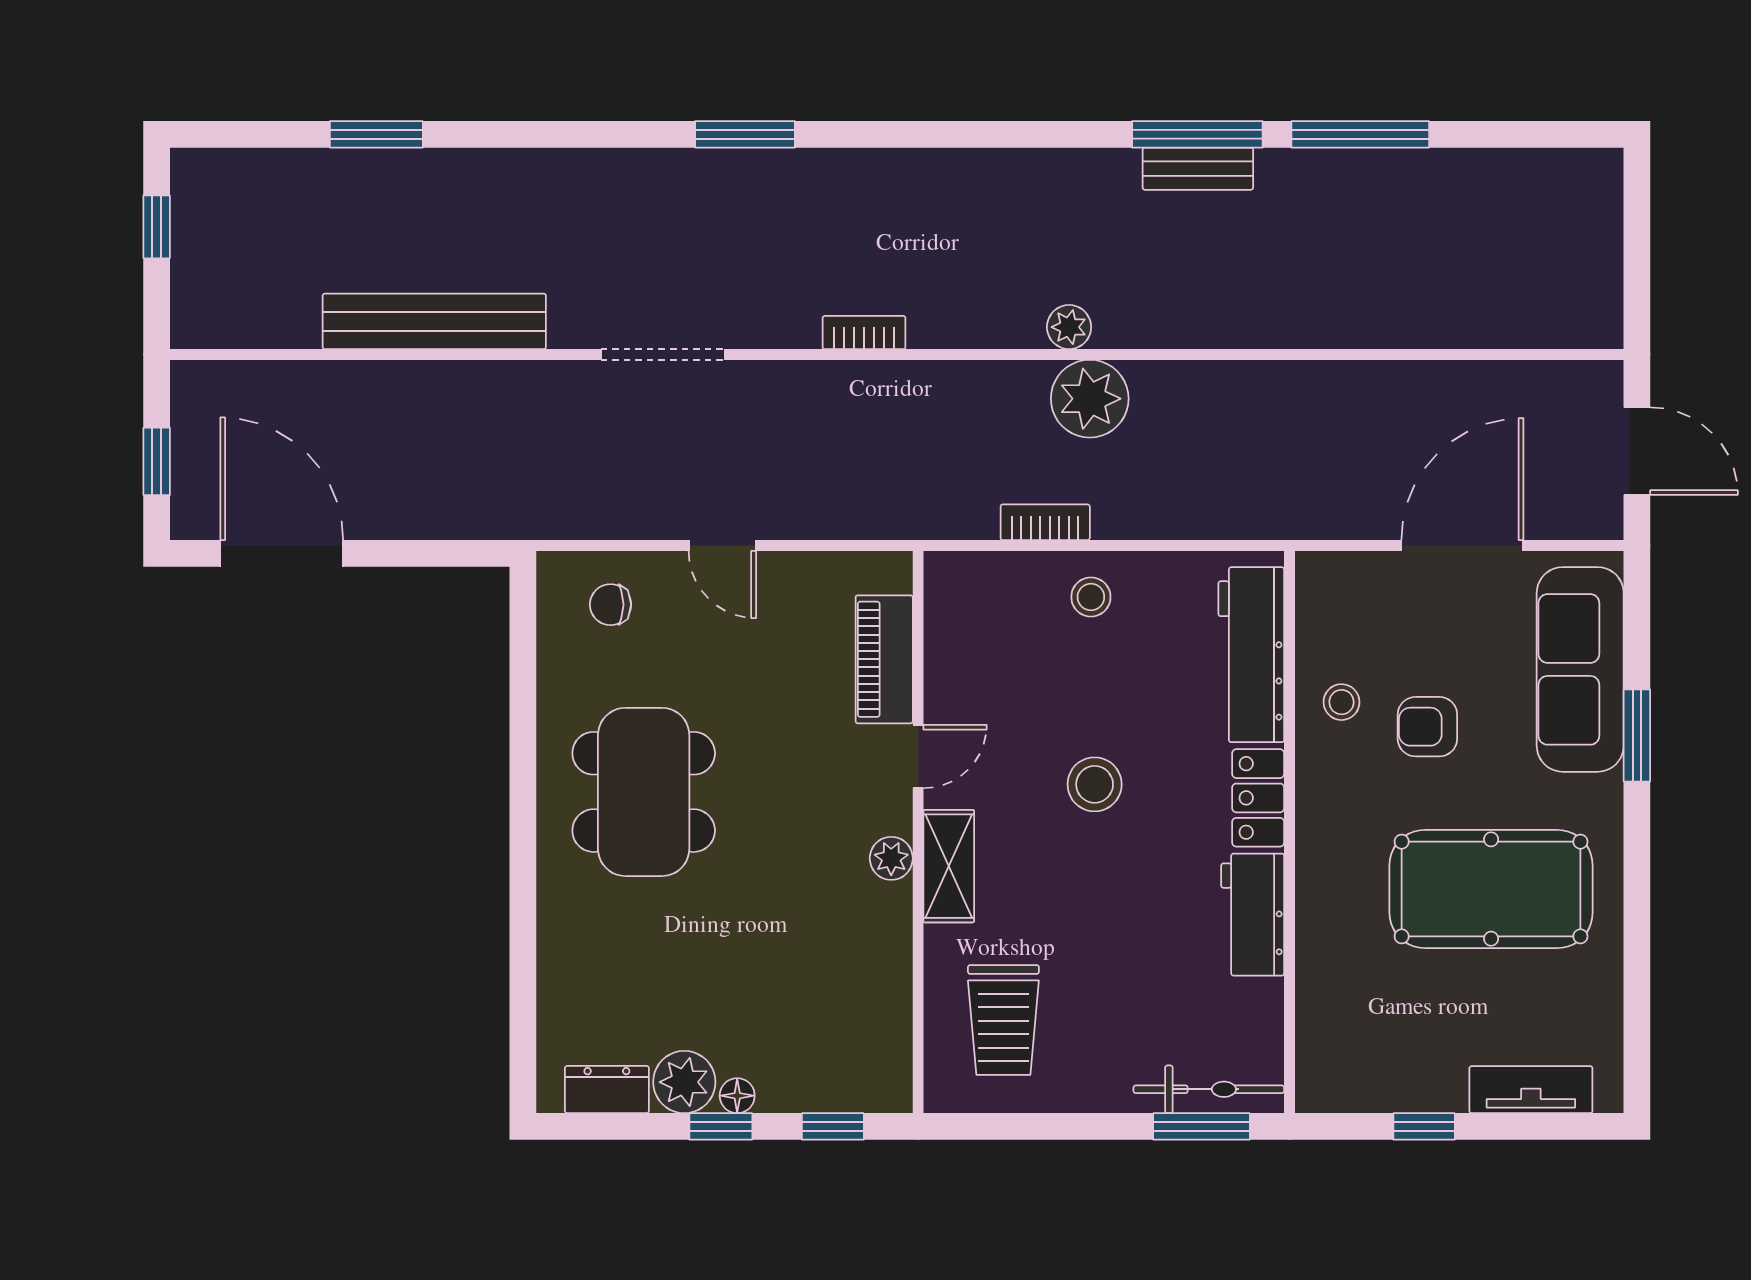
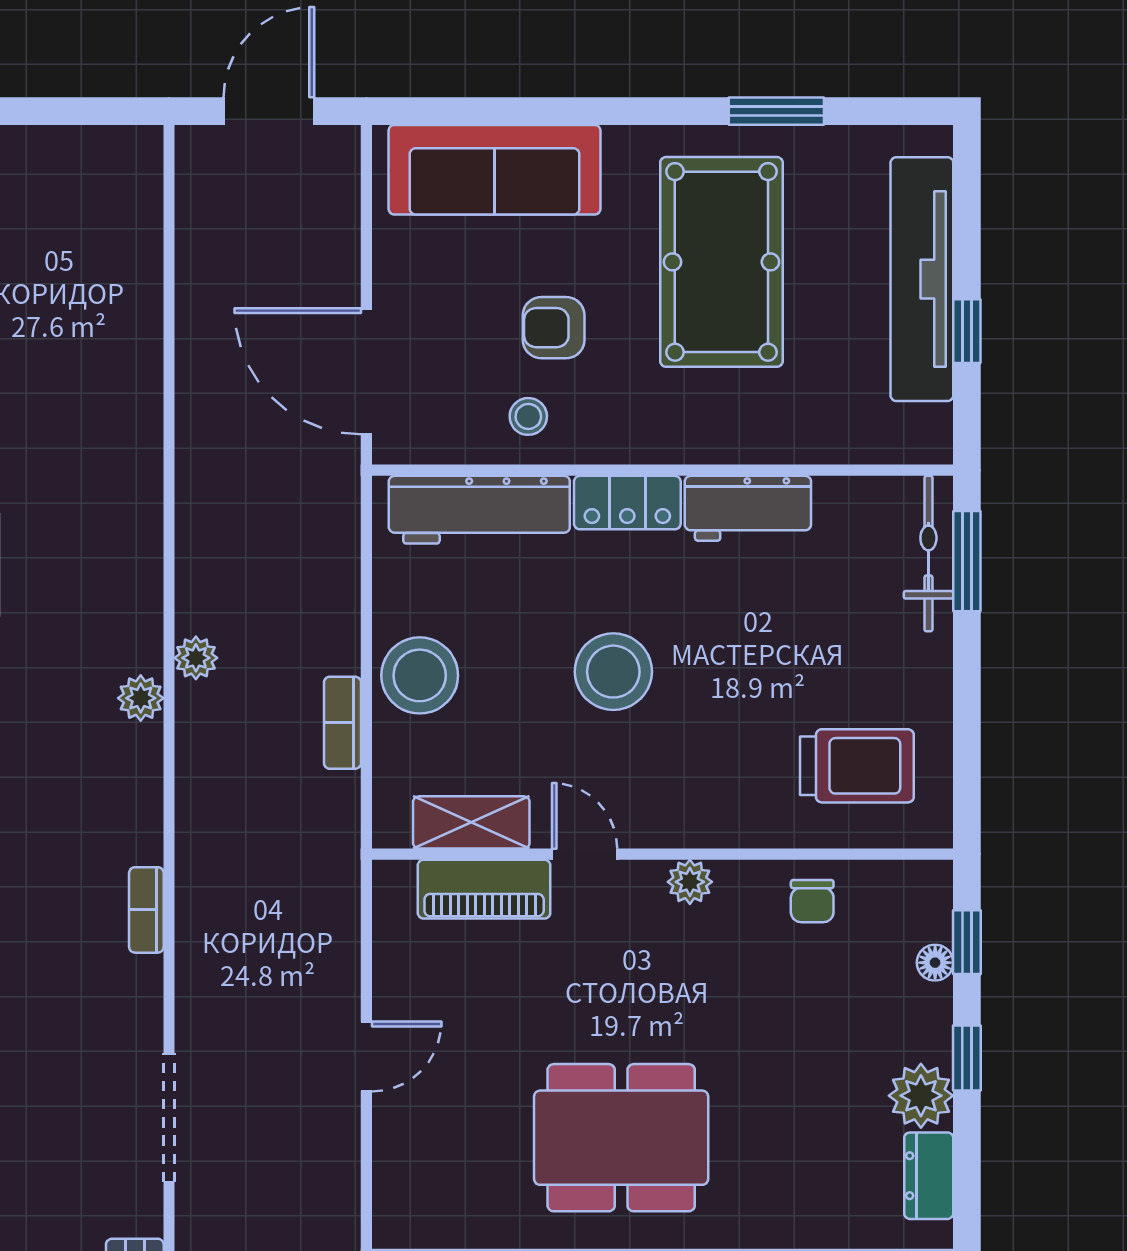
plant: (1090, 399) -> (196, 658), width x0.53, depth x0.53
door: (1462, 545) -> (366, 371), moved
stool: (1091, 597) -> (420, 675), width x1.89, depth x1.89
chair: (611, 605) -> (812, 901), moved
armchair: (1427, 727) -> (554, 328), turned 90
window: (1637, 736) -> (776, 111), moved
stool: (1095, 784) -> (613, 672), width x1.38, depth x1.38
shelving: (949, 866) -> (471, 822), moved
tv unit: (1531, 1090) -> (922, 279), width x1.92, depth x1.29
floor lamp: (737, 1096) -> (935, 963), moved

